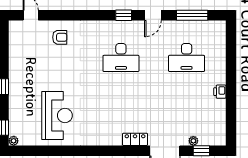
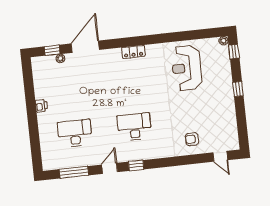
locker: (135, 139) -> (133, 52), moved

